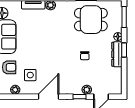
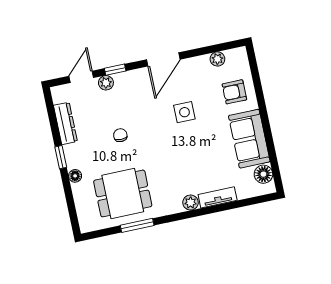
window: (124, 17) -> (72, 208), removed
dresser: (117, 54) -> (65, 123), moved
side table: (30, 75) -> (184, 112), moved

